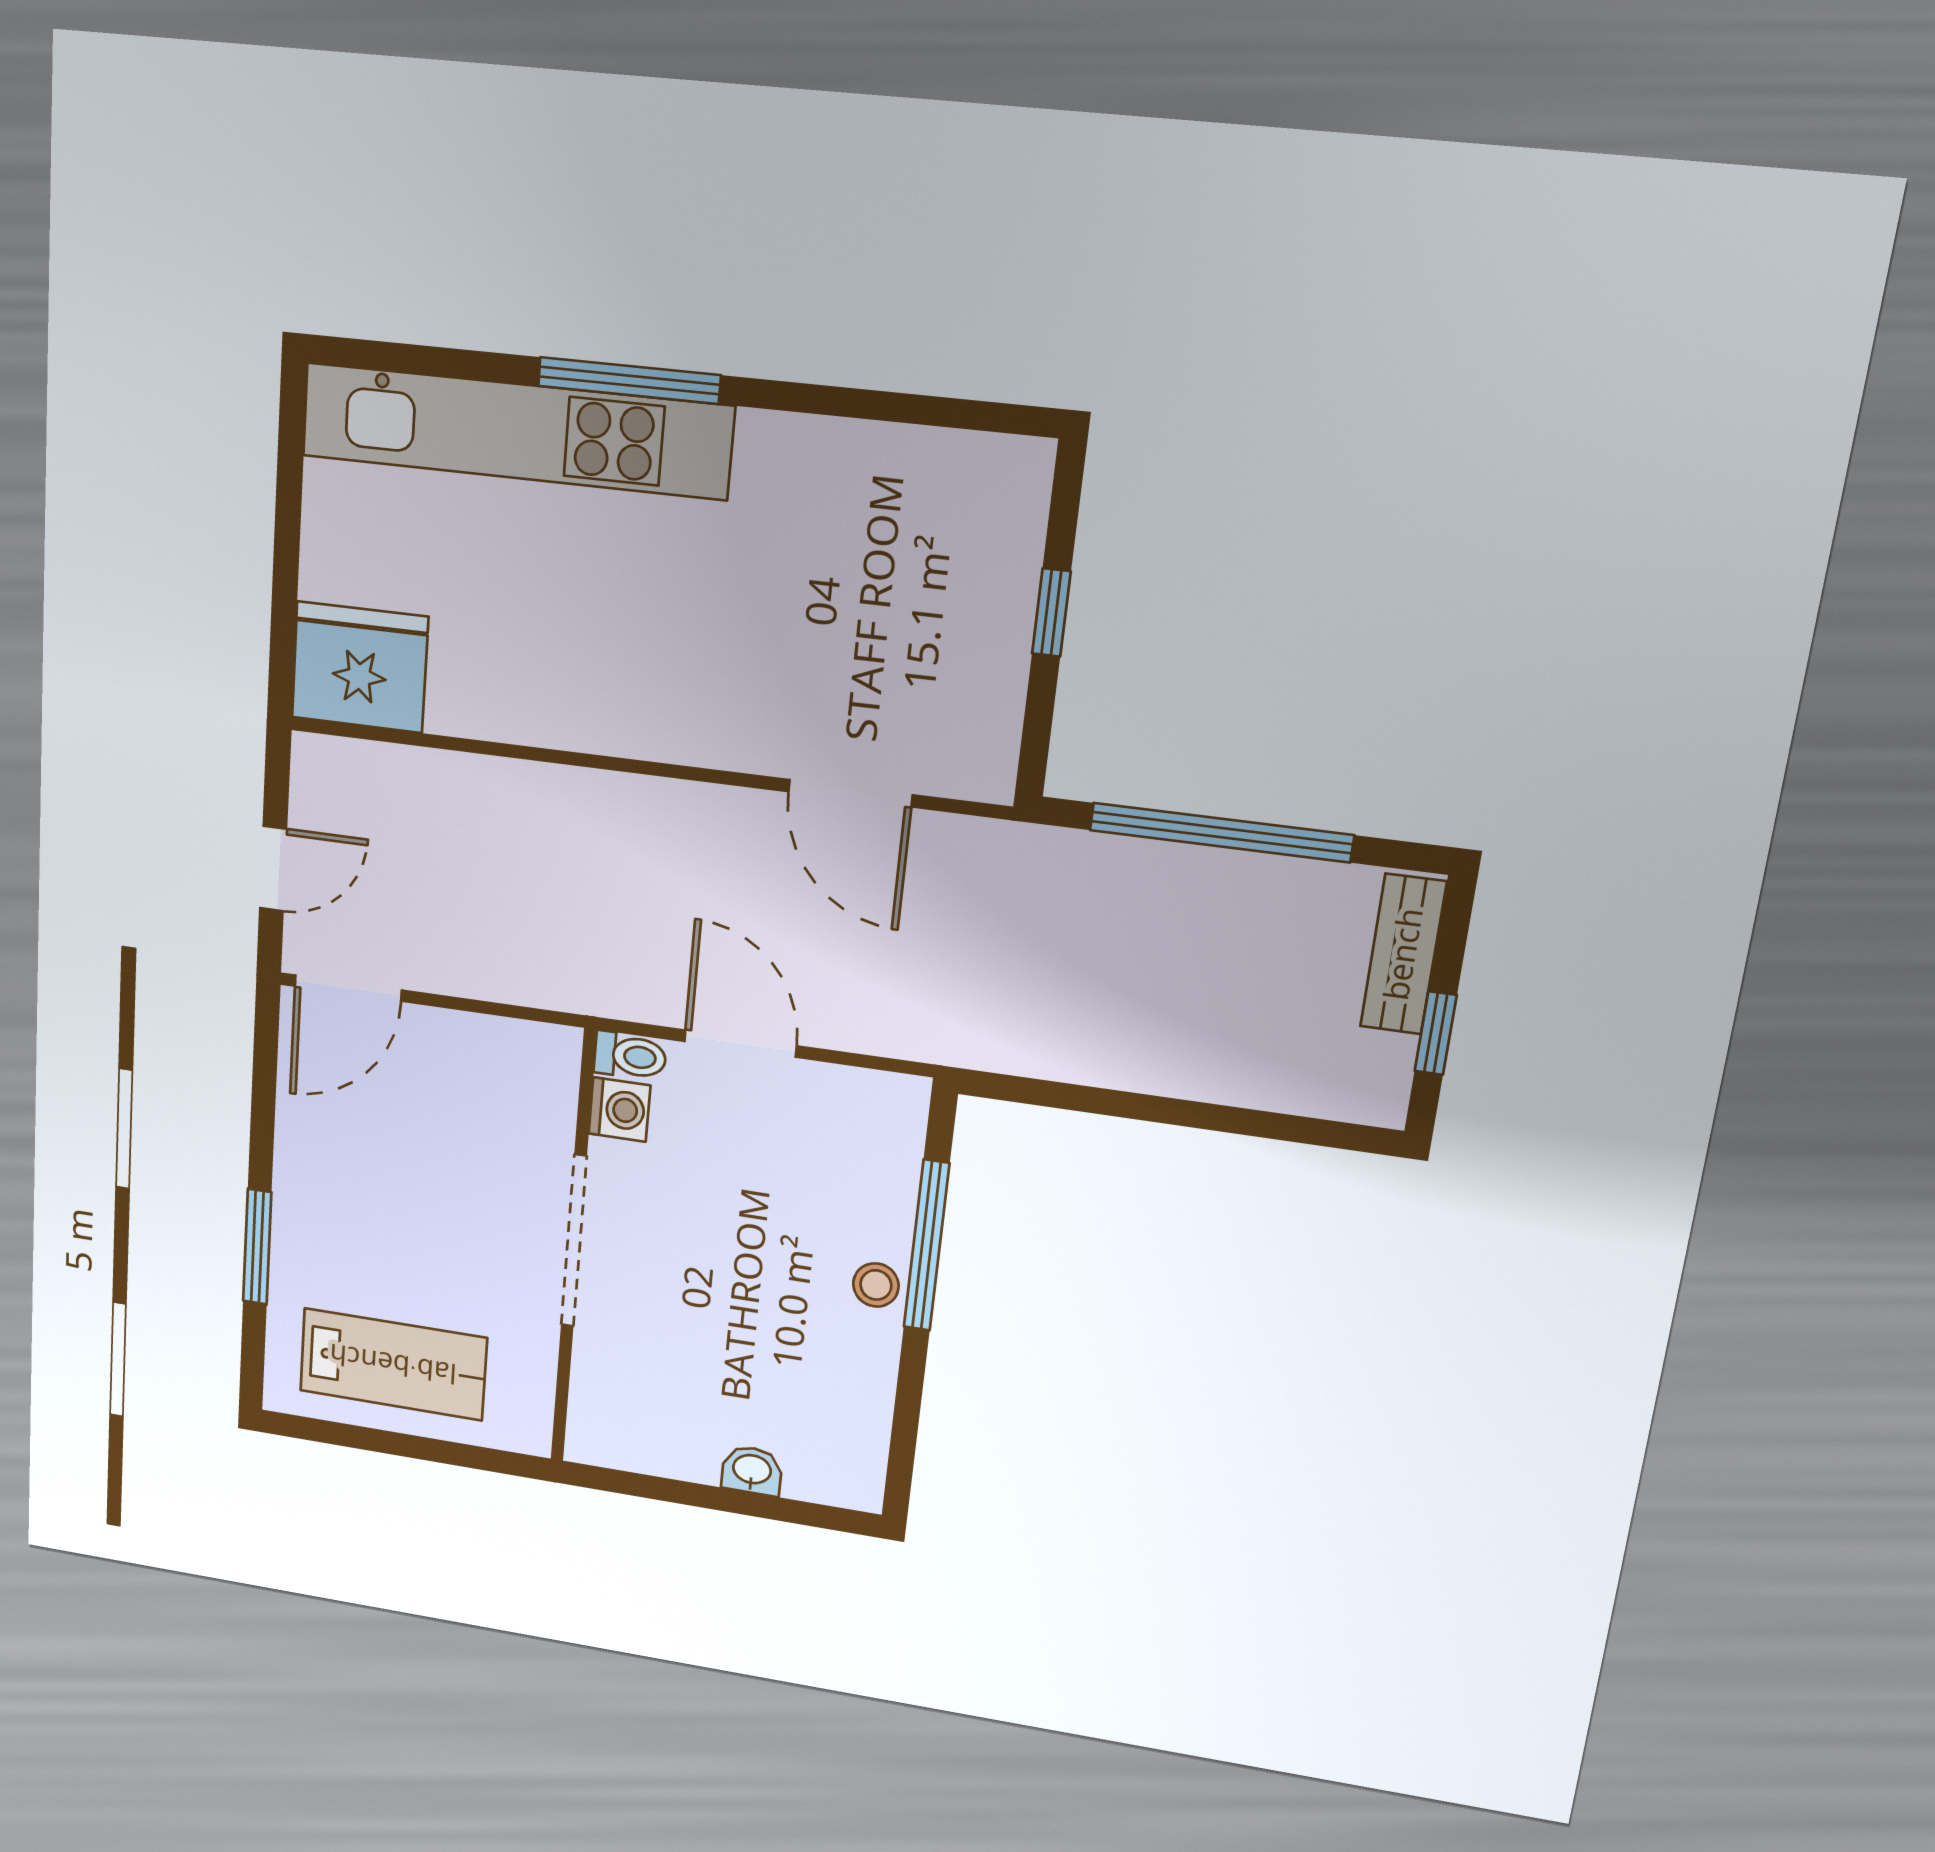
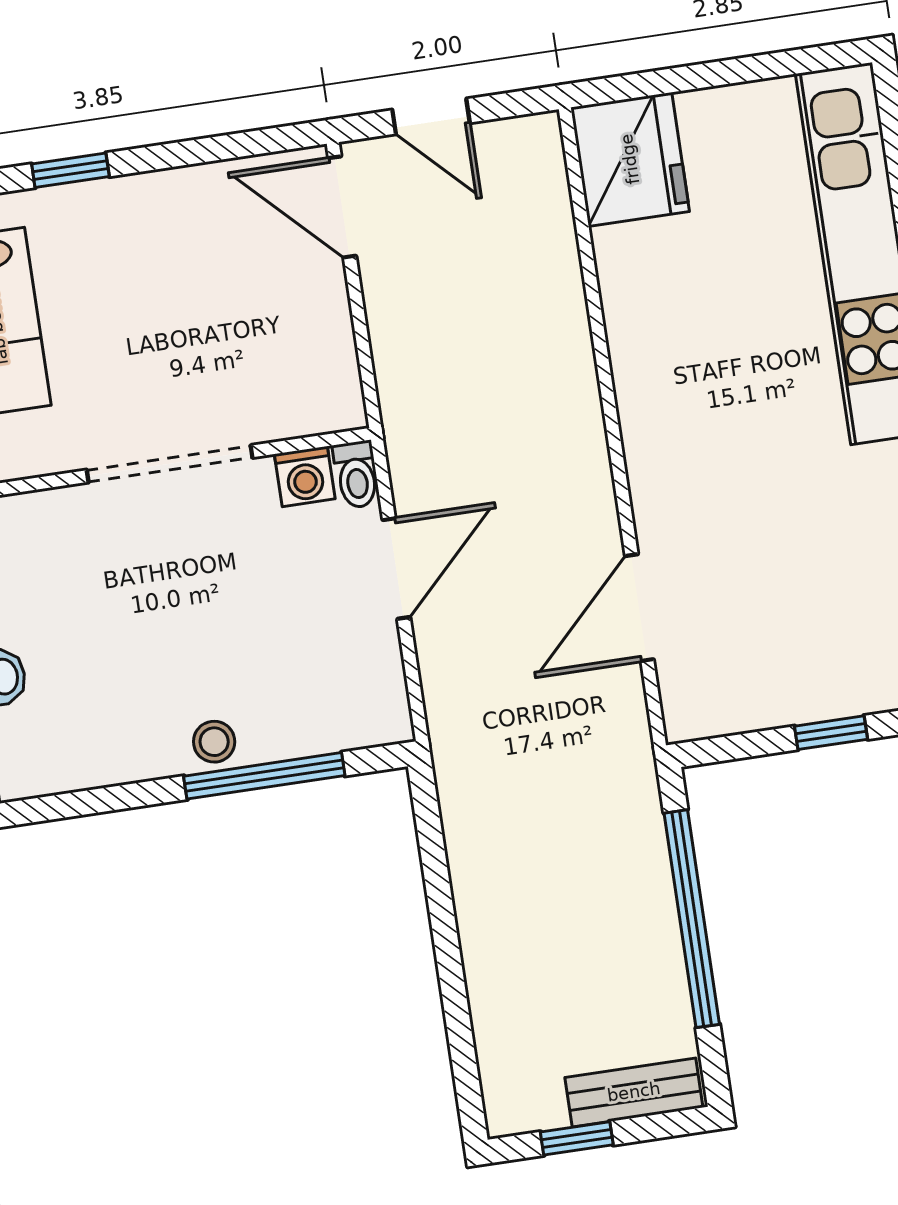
window: (257, 1247) -> (70, 170), width x0.67

